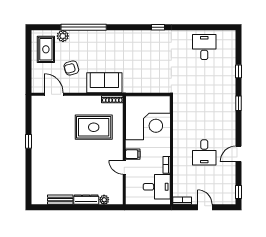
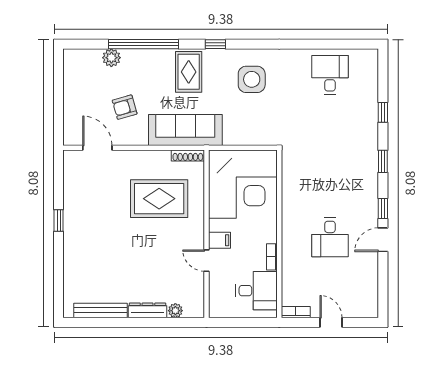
window: (158, 27) -> (215, 44), moved
rug: (46, 49) -> (189, 72), moved
side table: (154, 50) -> (252, 79), added
sofa: (104, 83) -> (185, 130), width x1.36
window: (239, 192) -> (383, 208), moved
bench: (60, 200) -> (101, 310), width x1.36

